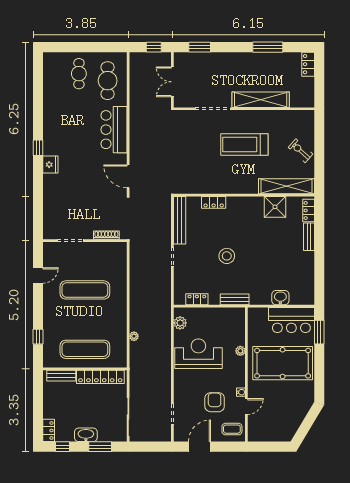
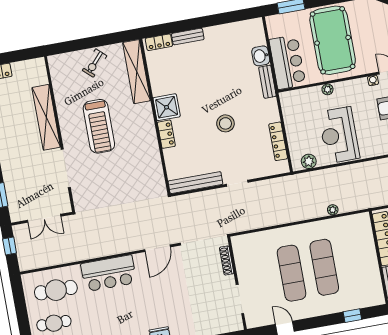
locker: (214, 202) -> (166, 134), moved
shower: (275, 207) -> (167, 107), moved
locker: (197, 299) -> (278, 141), width x1.53
bench: (235, 299) -> (267, 82), moved
bar counter: (291, 320) -> (287, 62), moved
exercise mat: (85, 349) -> (324, 267), moved

